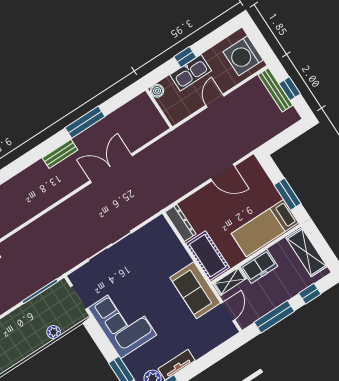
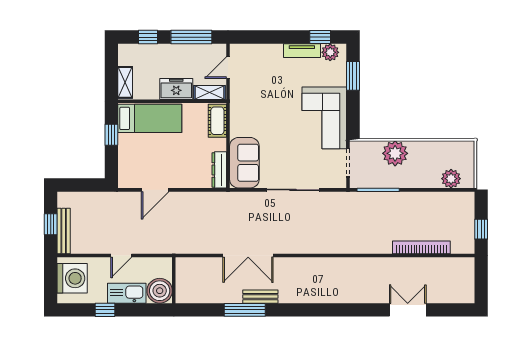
window: (185, 57) -> (105, 310), moved
boiler: (157, 91) -> (160, 291), width x1.86, depth x1.86
bench: (60, 154) -> (260, 297), moved
door: (222, 172) -> (155, 190), swing flipped
window: (288, 194) -> (111, 135), width x0.67
shelving: (307, 252) -> (125, 82), width x0.67, depth x0.75
cot: (208, 256) -> (217, 121), width x0.73, depth x0.75
sofa: (195, 290) -> (244, 163), moved
plant: (54, 332) -> (395, 153), width x1.87, depth x1.87

